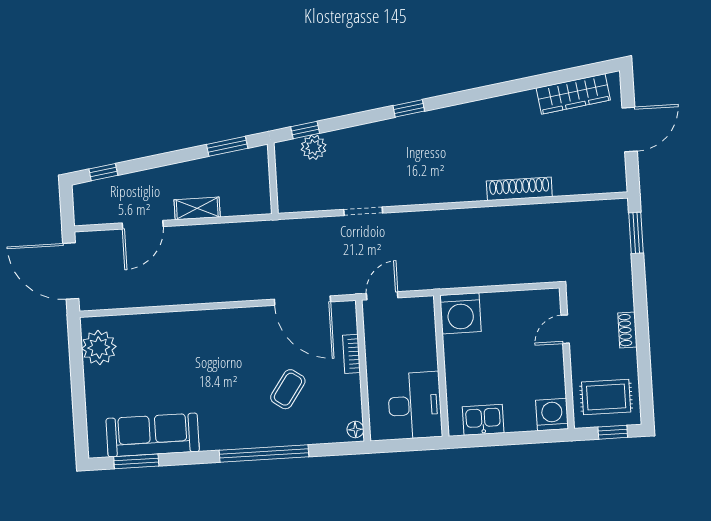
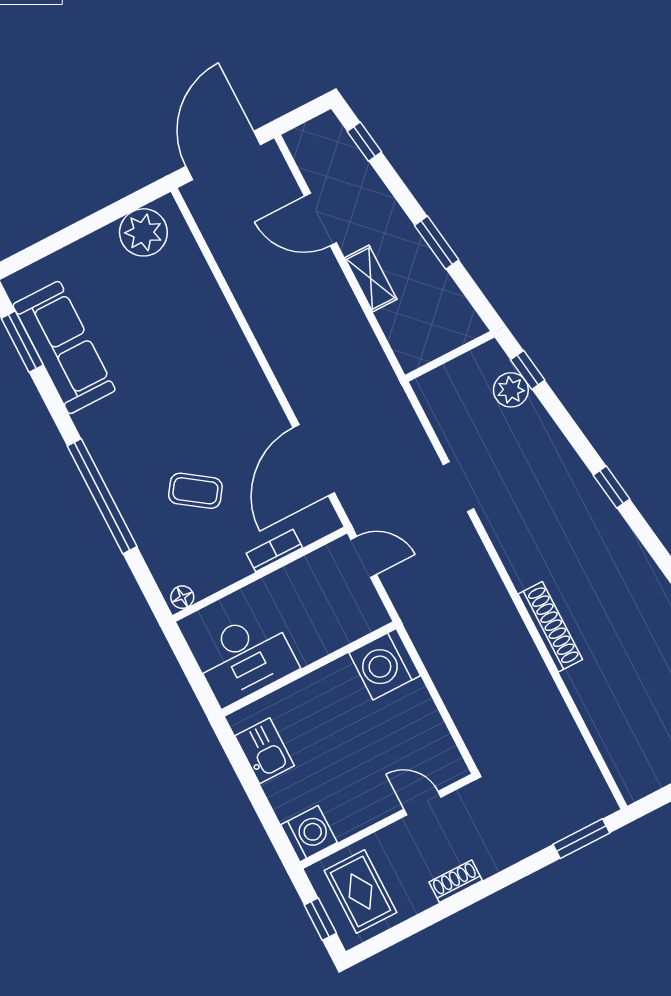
window: (227, 146) -> (437, 243), moved
shoe rack: (519, 189) -> (550, 627), moved

